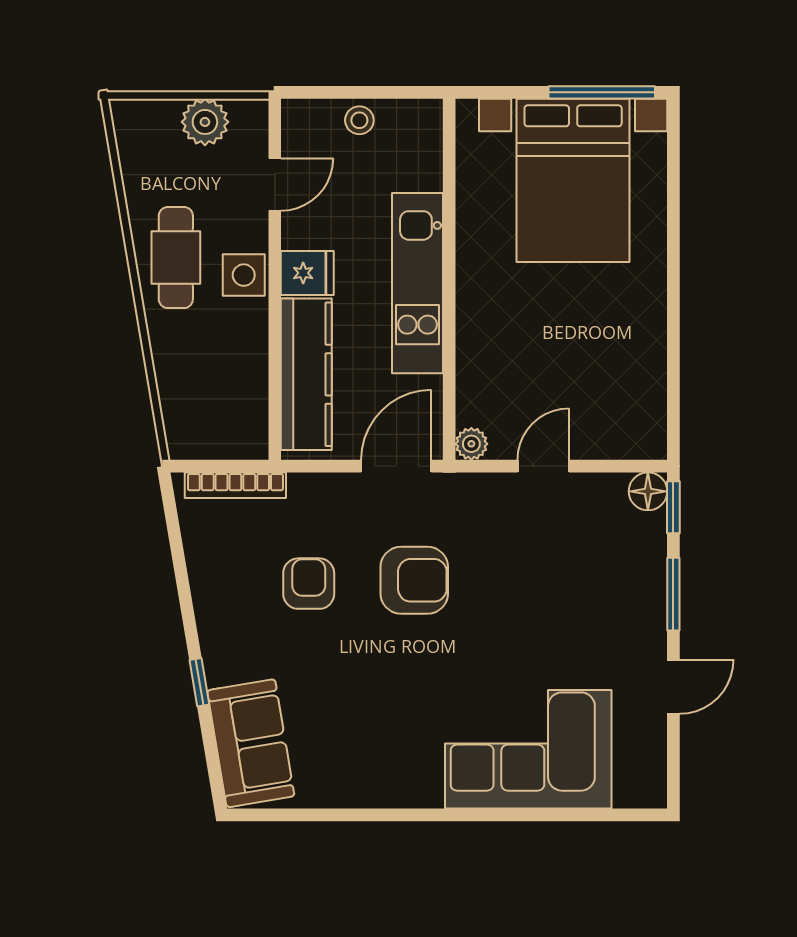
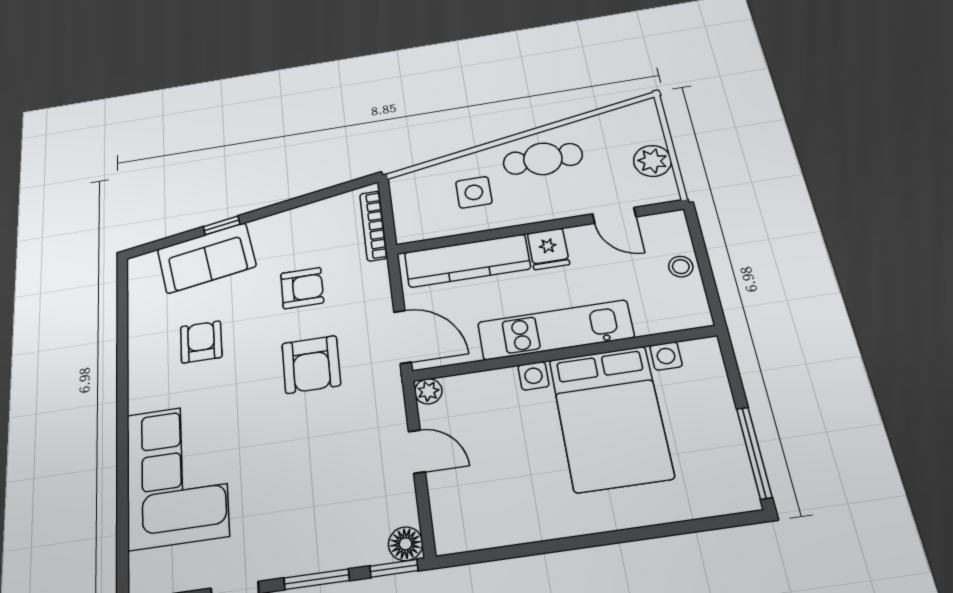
bed with nightstands: (573, 180) -> (610, 418), moved, turned -90
side table: (244, 275) -> (474, 192), moved
armchair: (362, 715) -> (201, 342), added
sofa: (251, 743) -> (207, 258), moved

